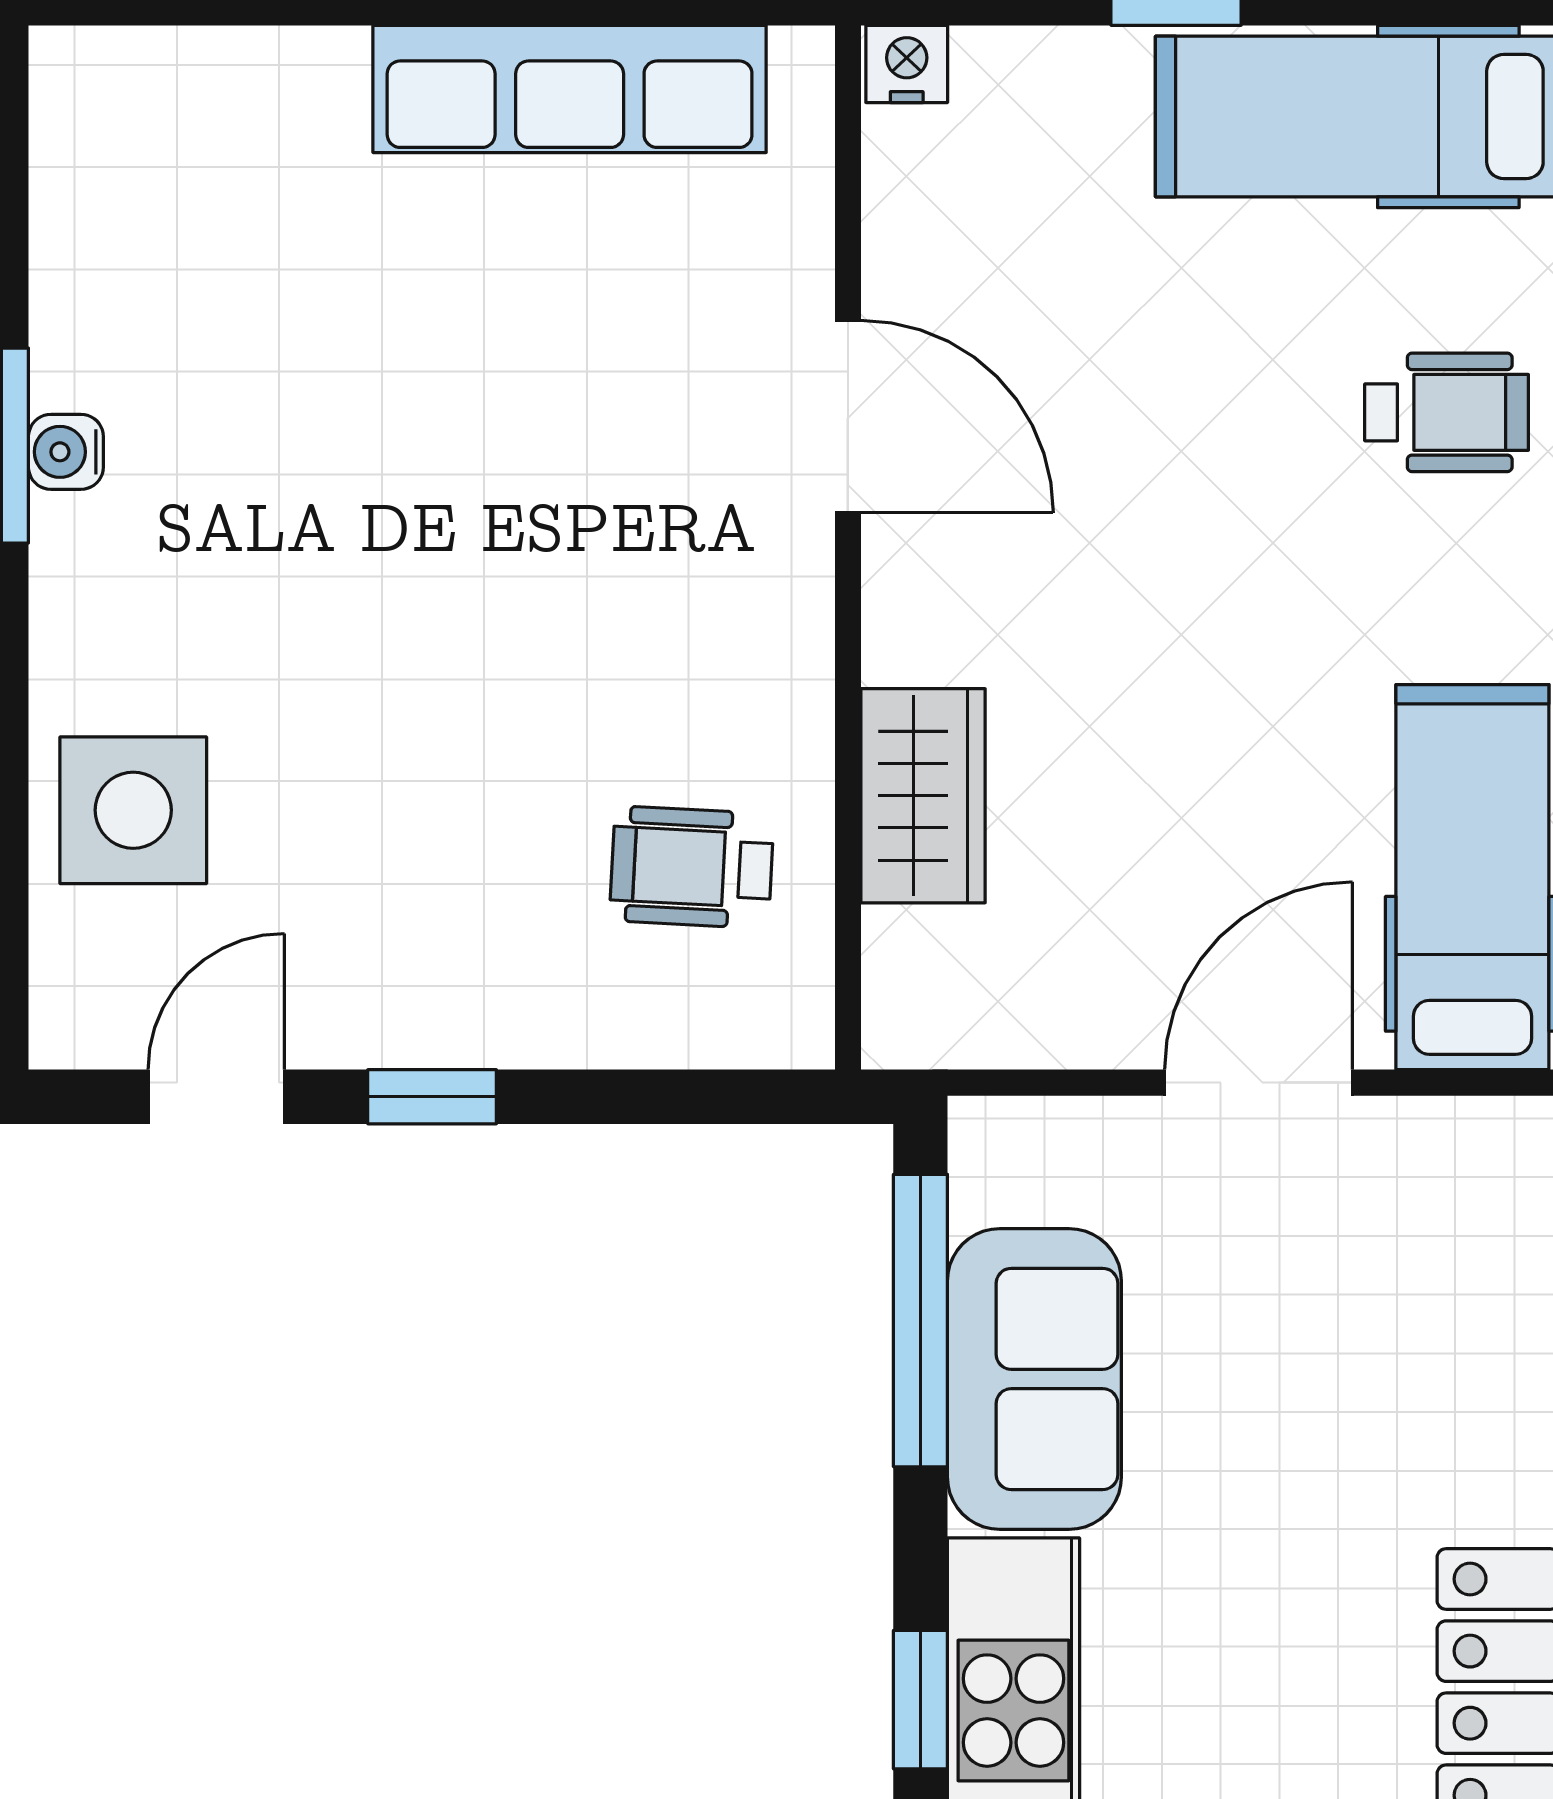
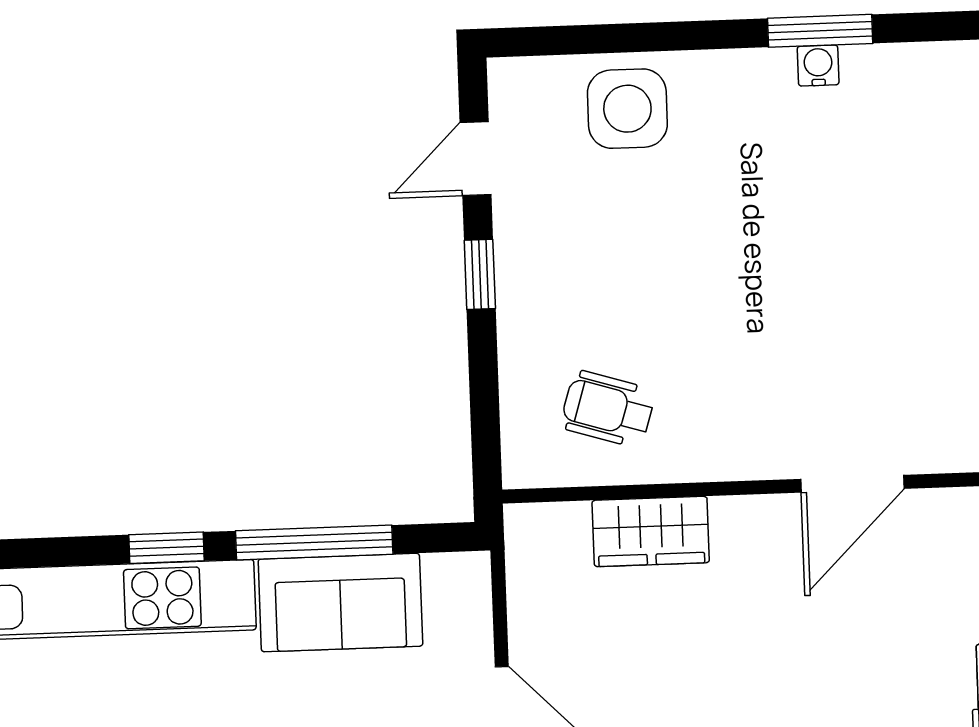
wheelchair: (692, 867) -> (608, 409), turned -76
door: (216, 1097) -> (476, 159), swing flipped
window: (920, 1321) -> (314, 542), moved

